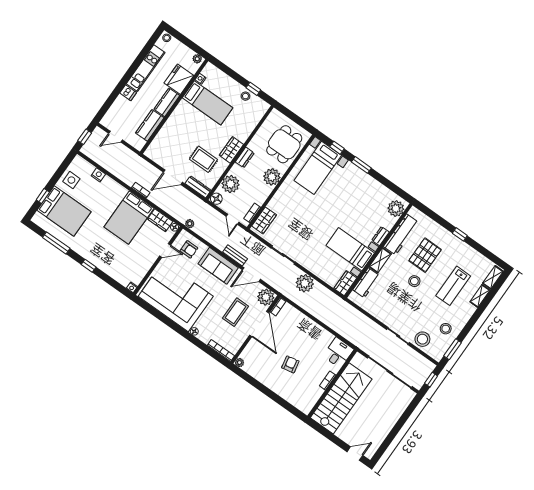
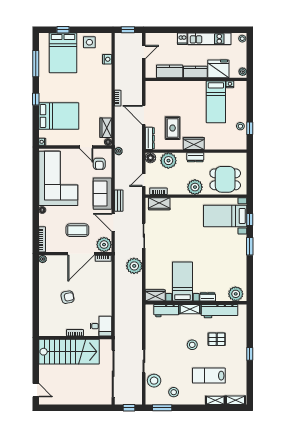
door: (115, 137) -> (144, 52), swing flipped
bed: (129, 218) -> (59, 116), moved, turned 180
pallet: (425, 255) -> (217, 339), width x0.67, depth x0.71

